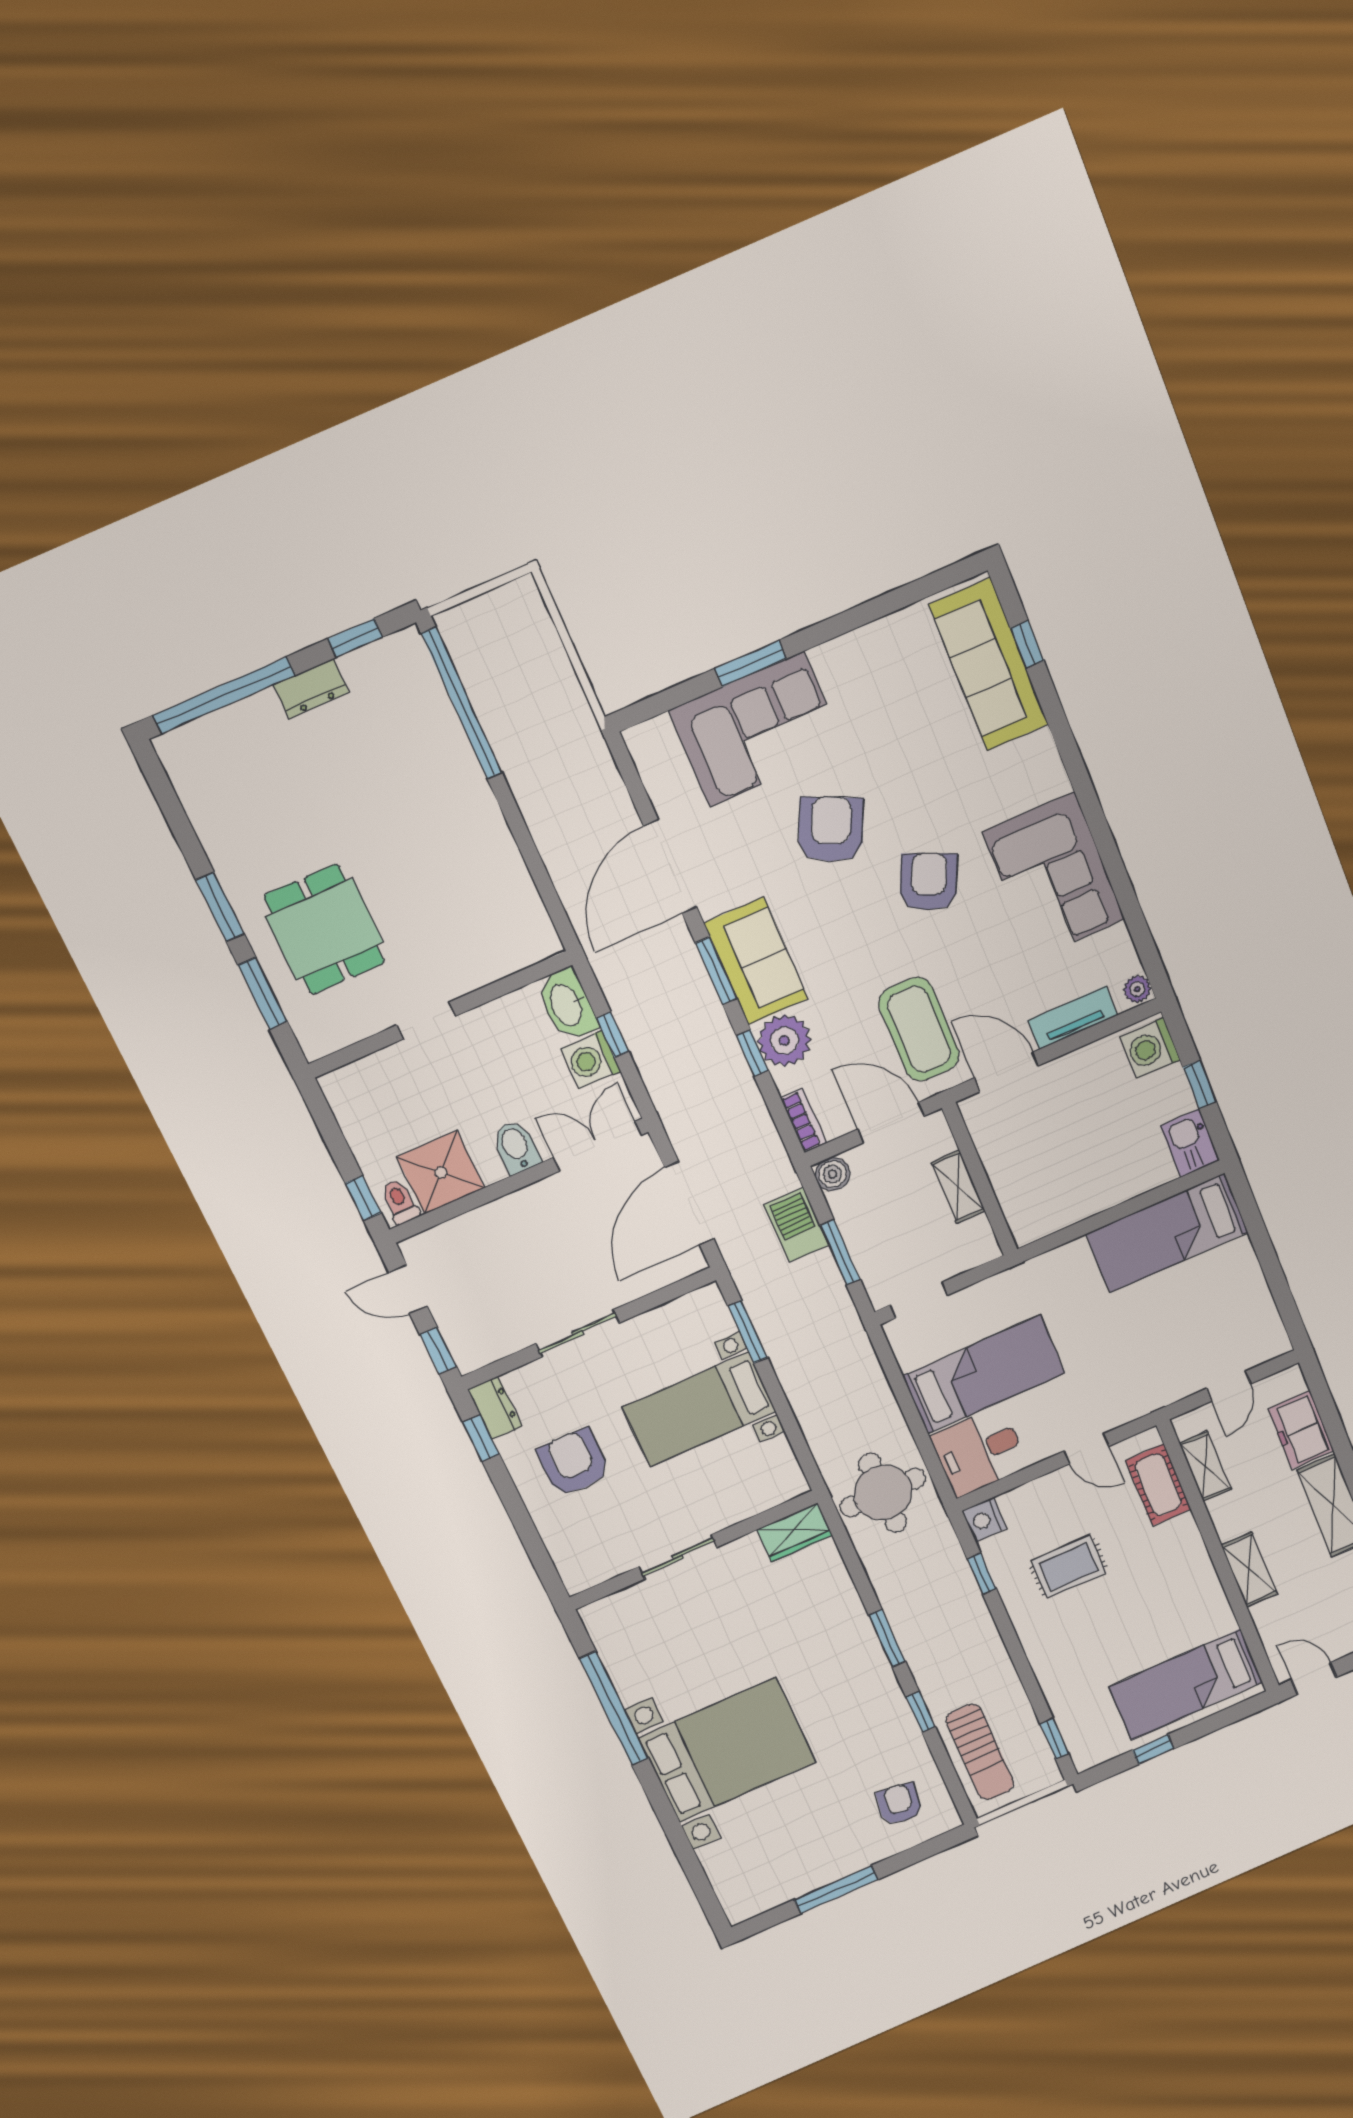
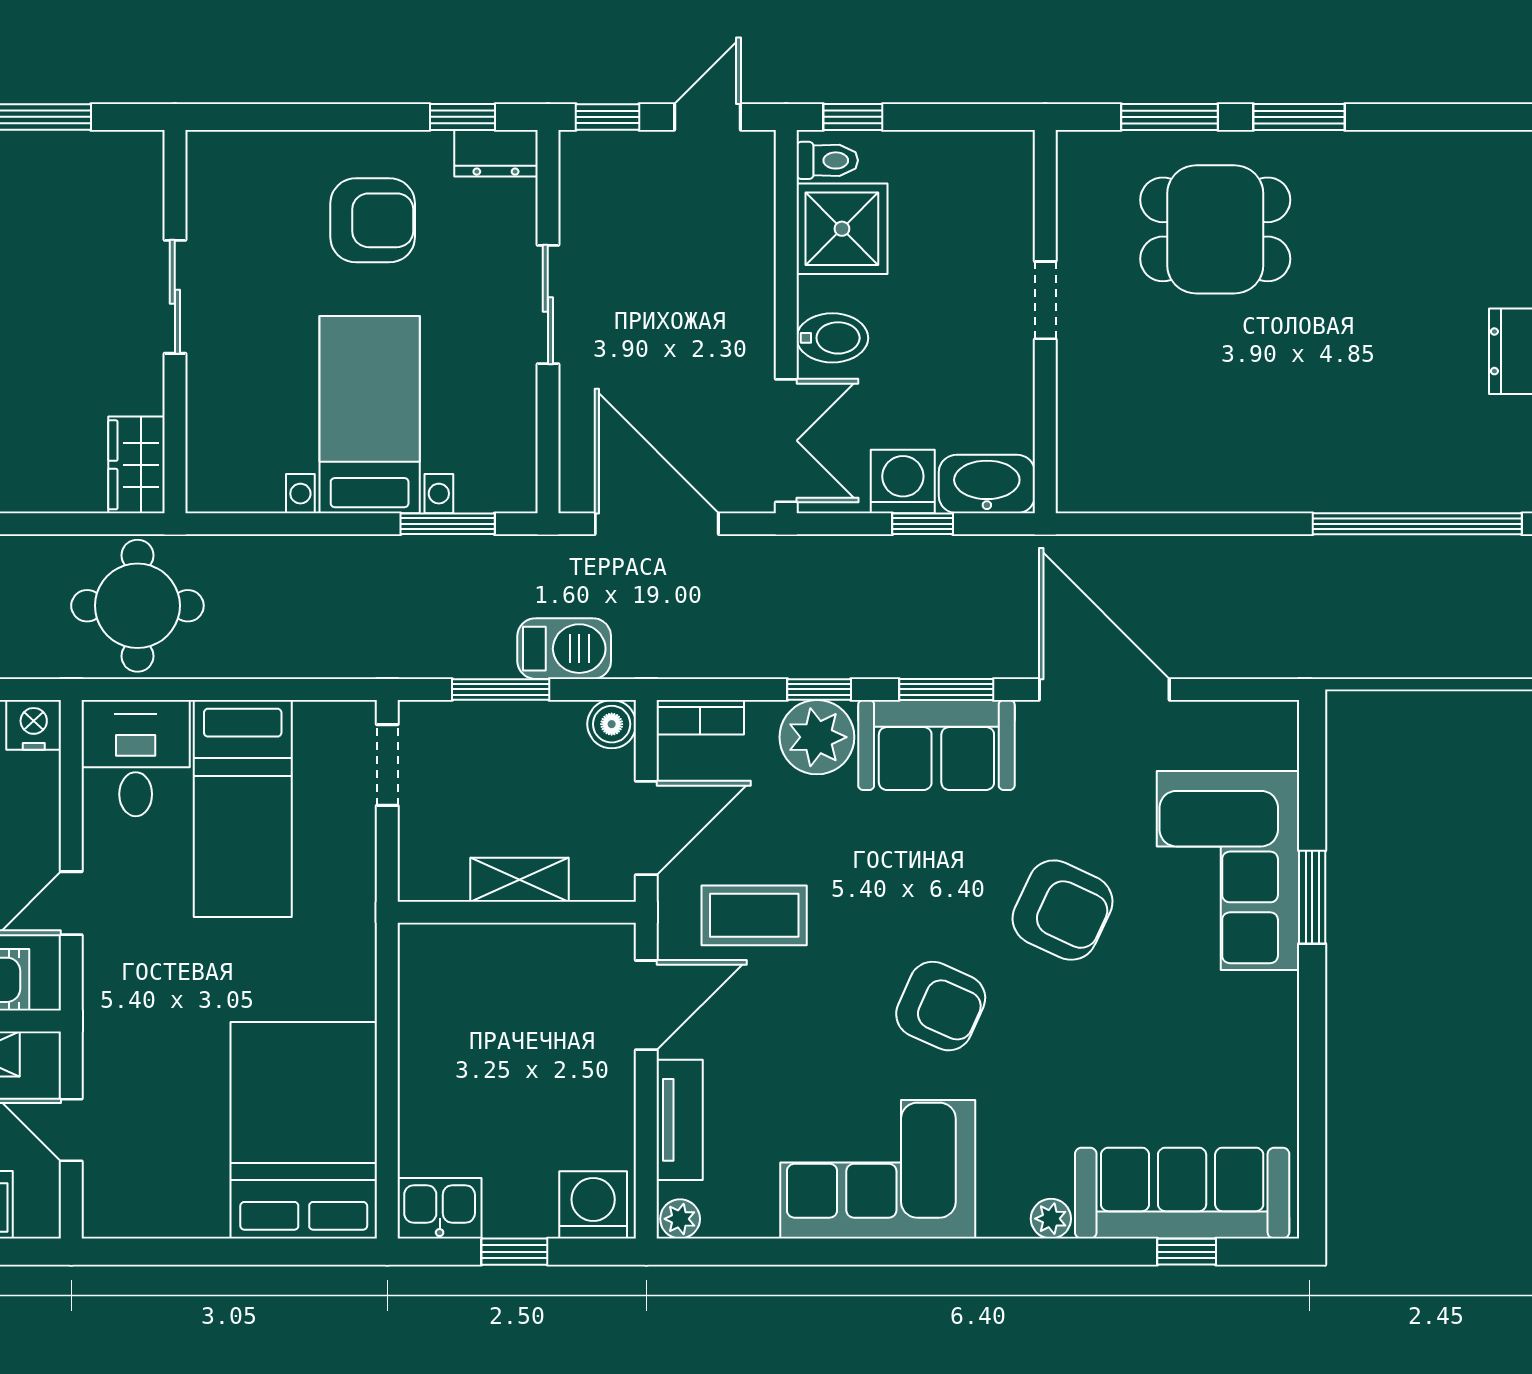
plant: (1041, 746) -> (1051, 1219), added
coffee table: (919, 1029) -> (754, 915), width x0.73, depth x0.76
bed: (1167, 1233) -> (304, 1130), width x1.50

